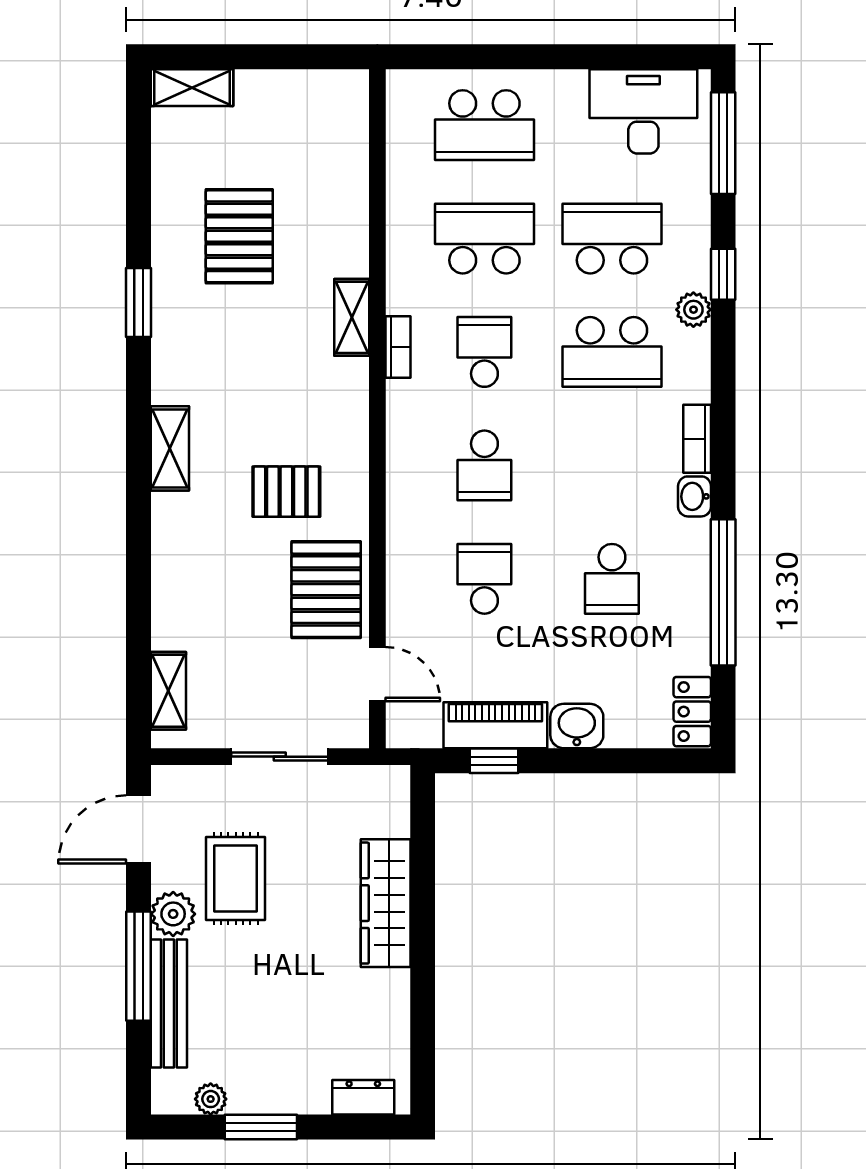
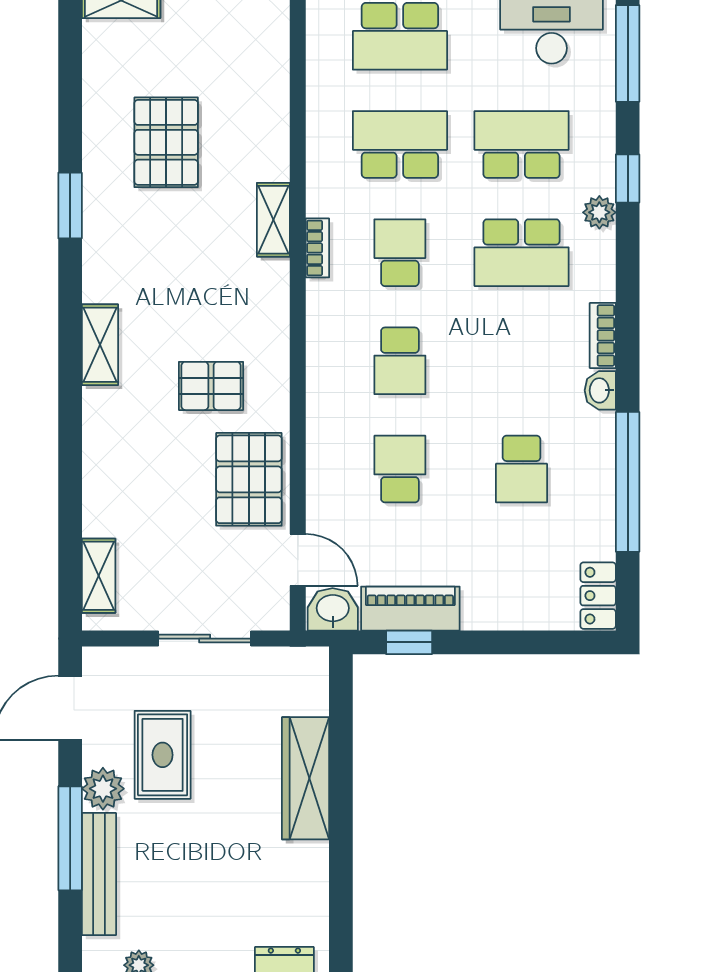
washbasin: (577, 726) -> (333, 609), moved

